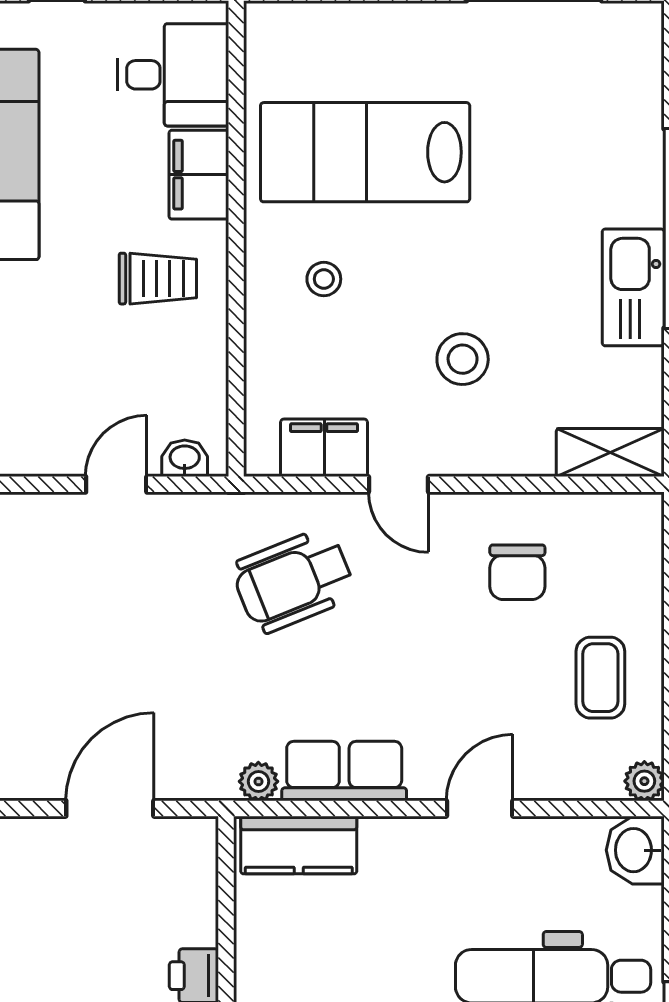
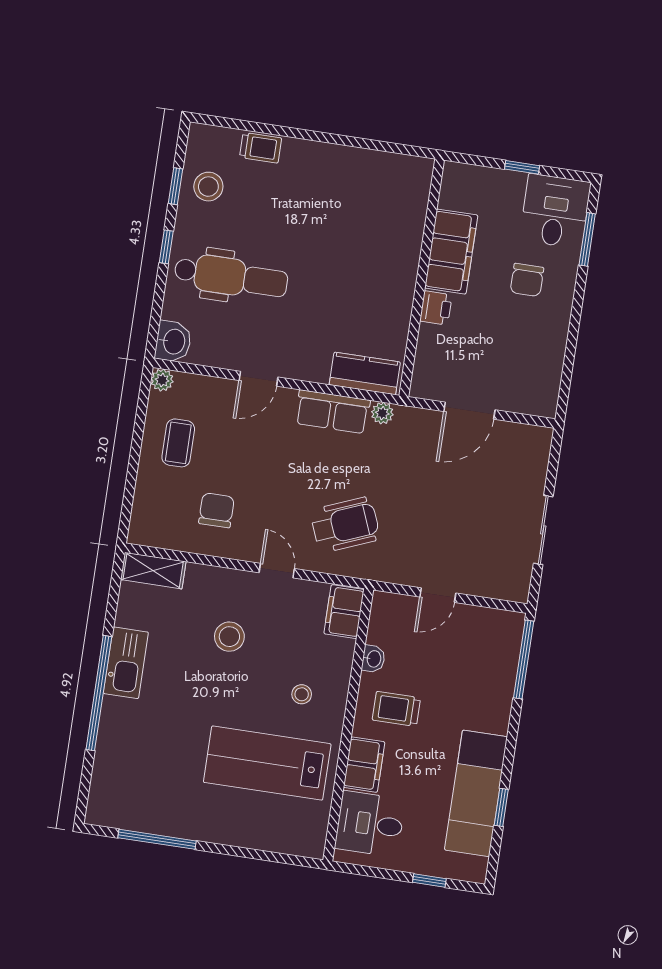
lab bench: (365, 152) -> (267, 763), turned 180
filing cabinet: (324, 448) -> (344, 612), moved, turned 90
washbasin: (185, 458) -> (373, 659), moved, turned -90

